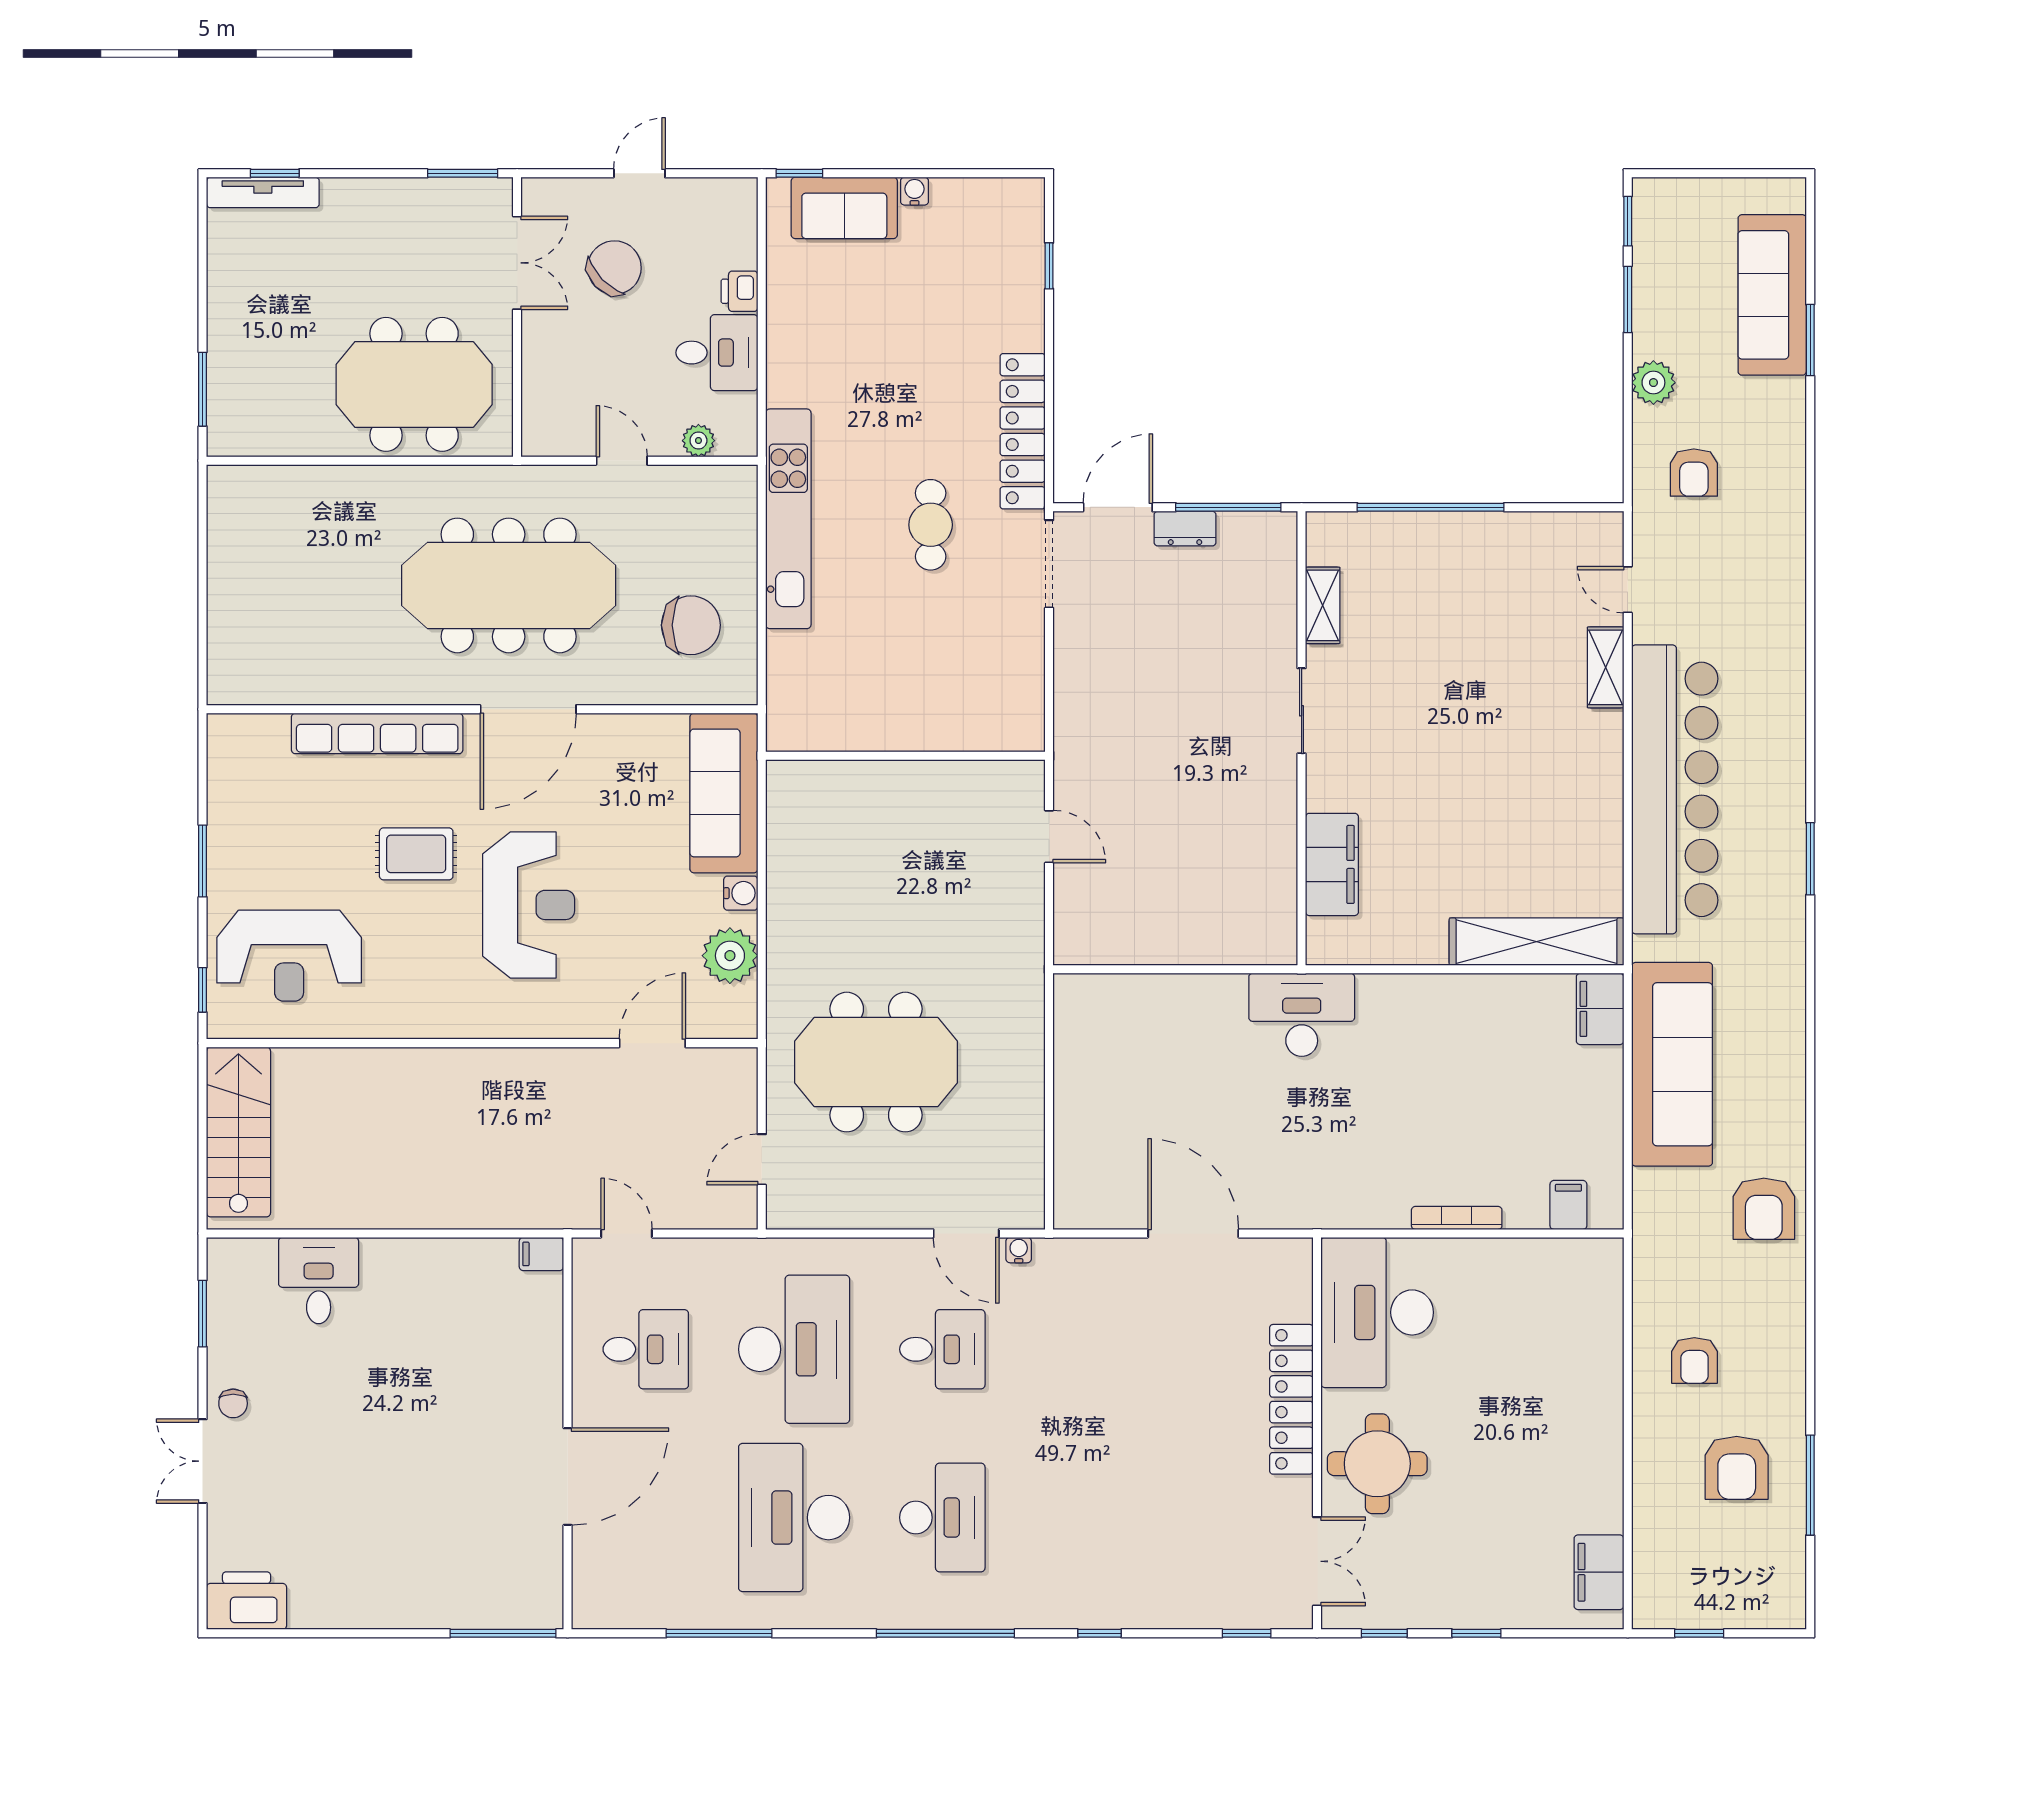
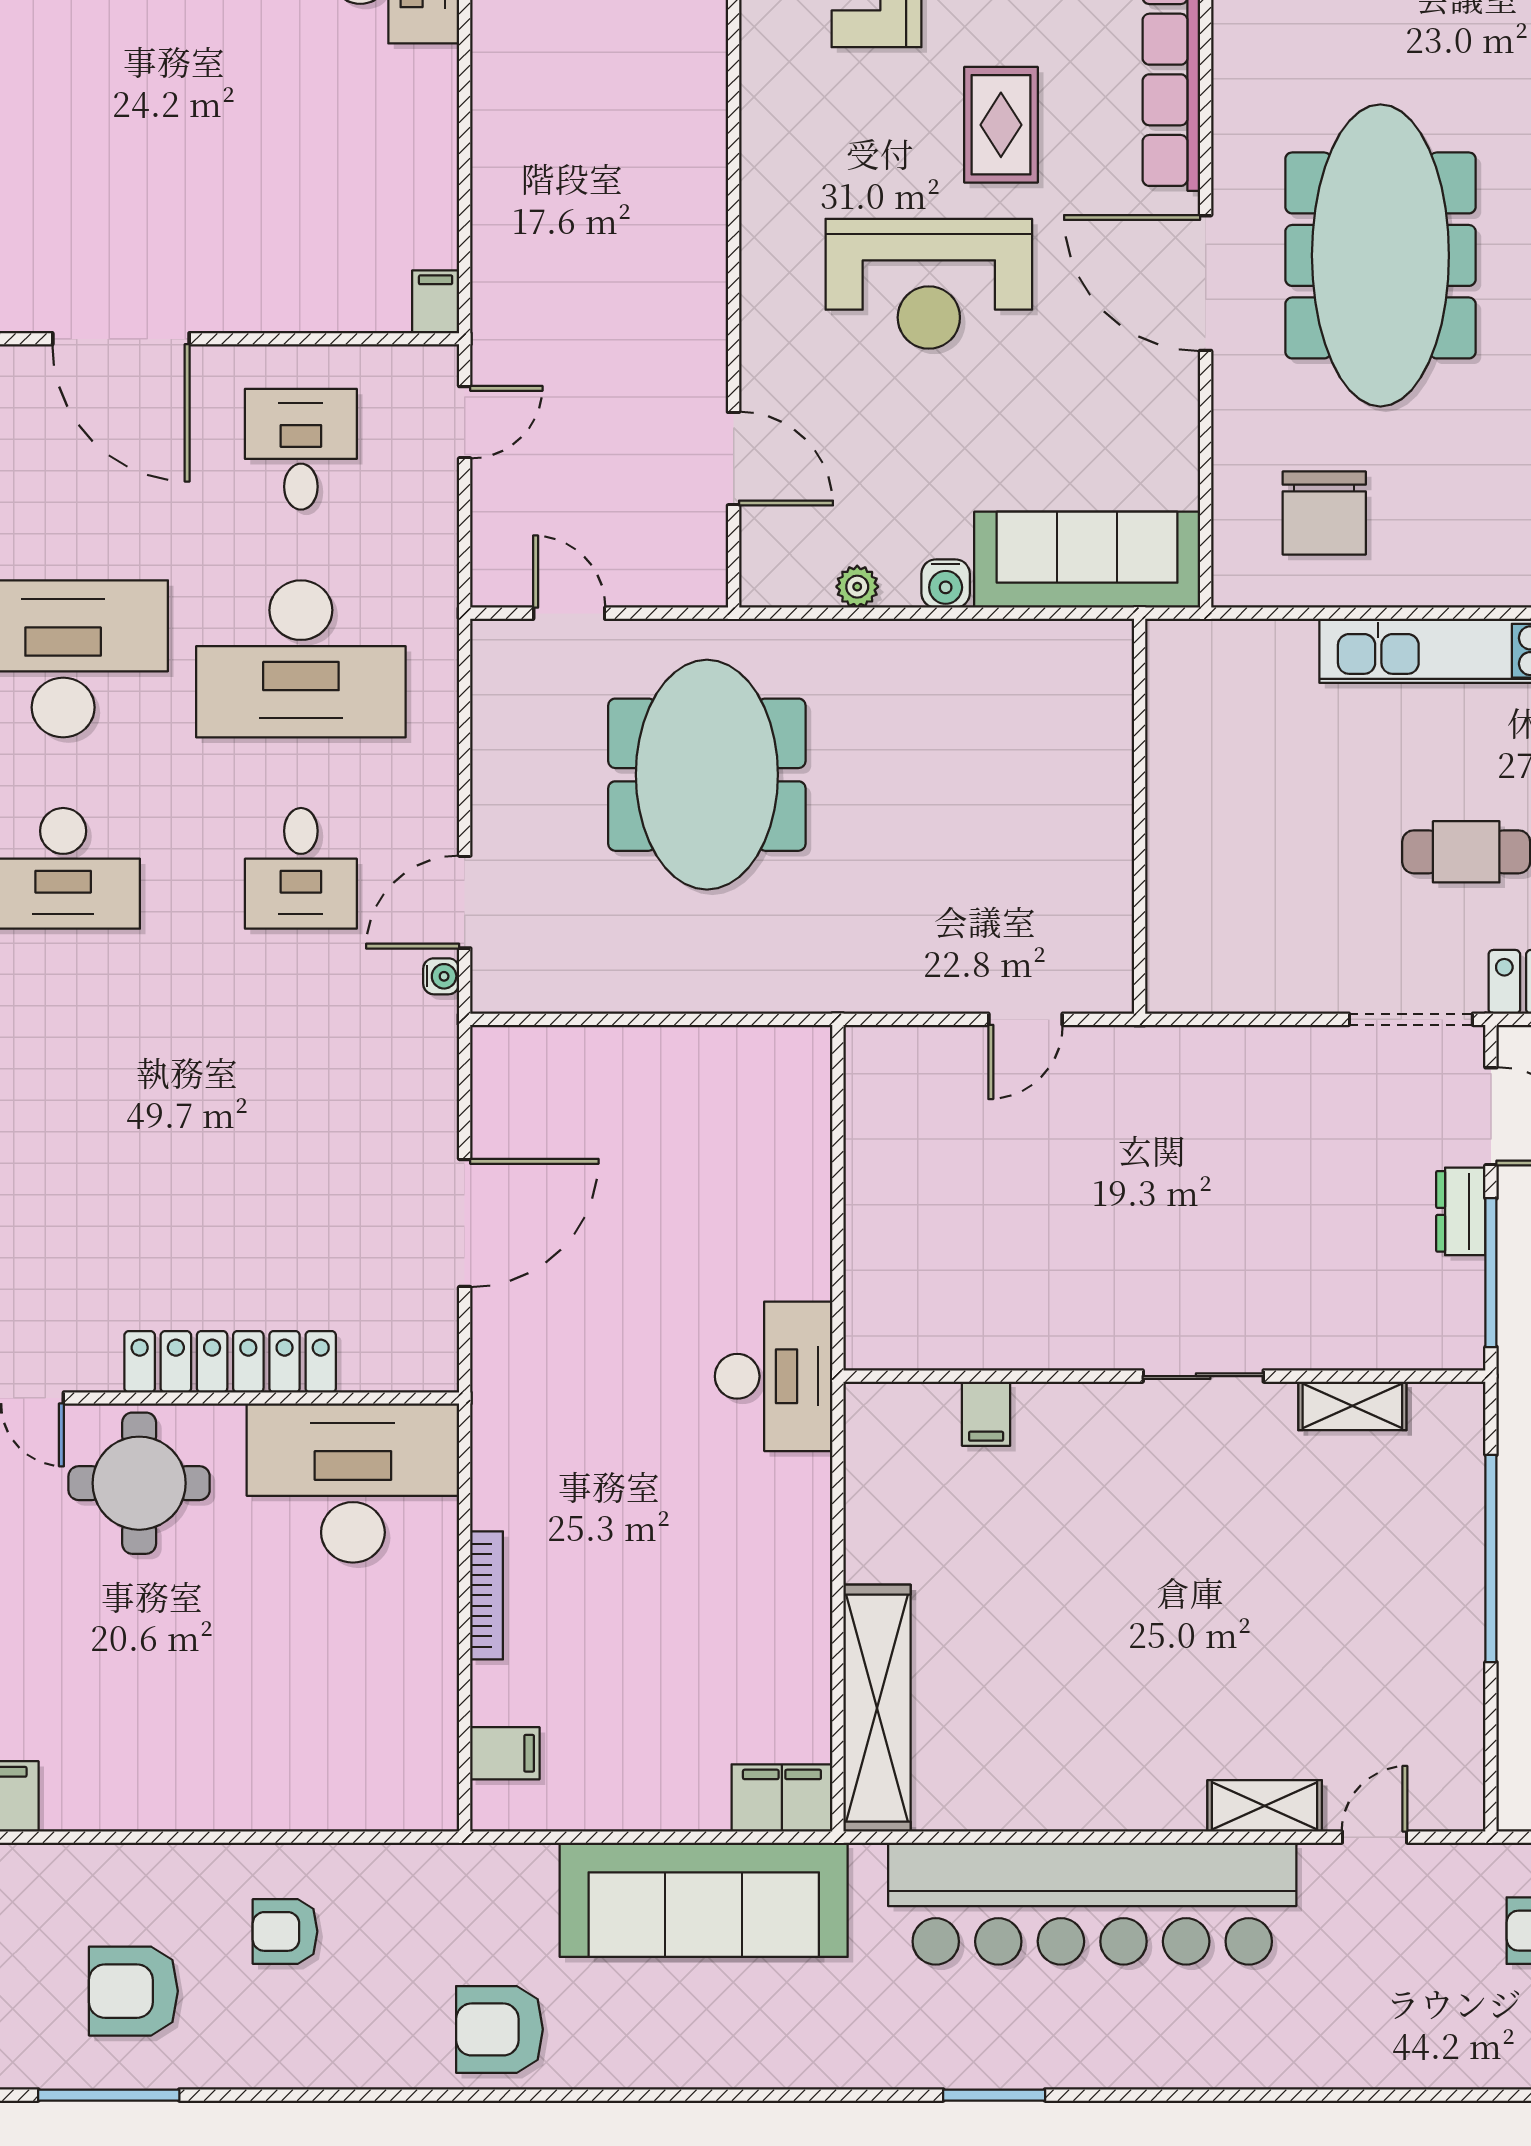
filing cabinet: (1332, 864) -> (986, 1414), width x0.33, depth x0.86
plant: (730, 956) -> (857, 587), width x0.53, depth x0.53
desk: (646, 1349) -> (301, 449), turned 180

